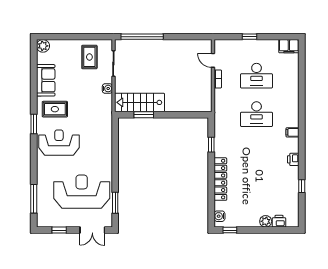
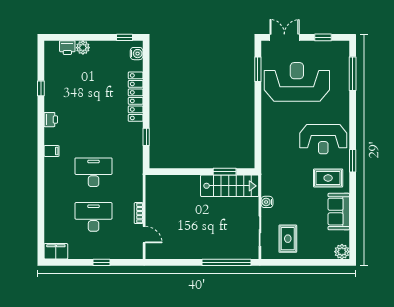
reception desk: (82, 192) -> (297, 82), turned 180

